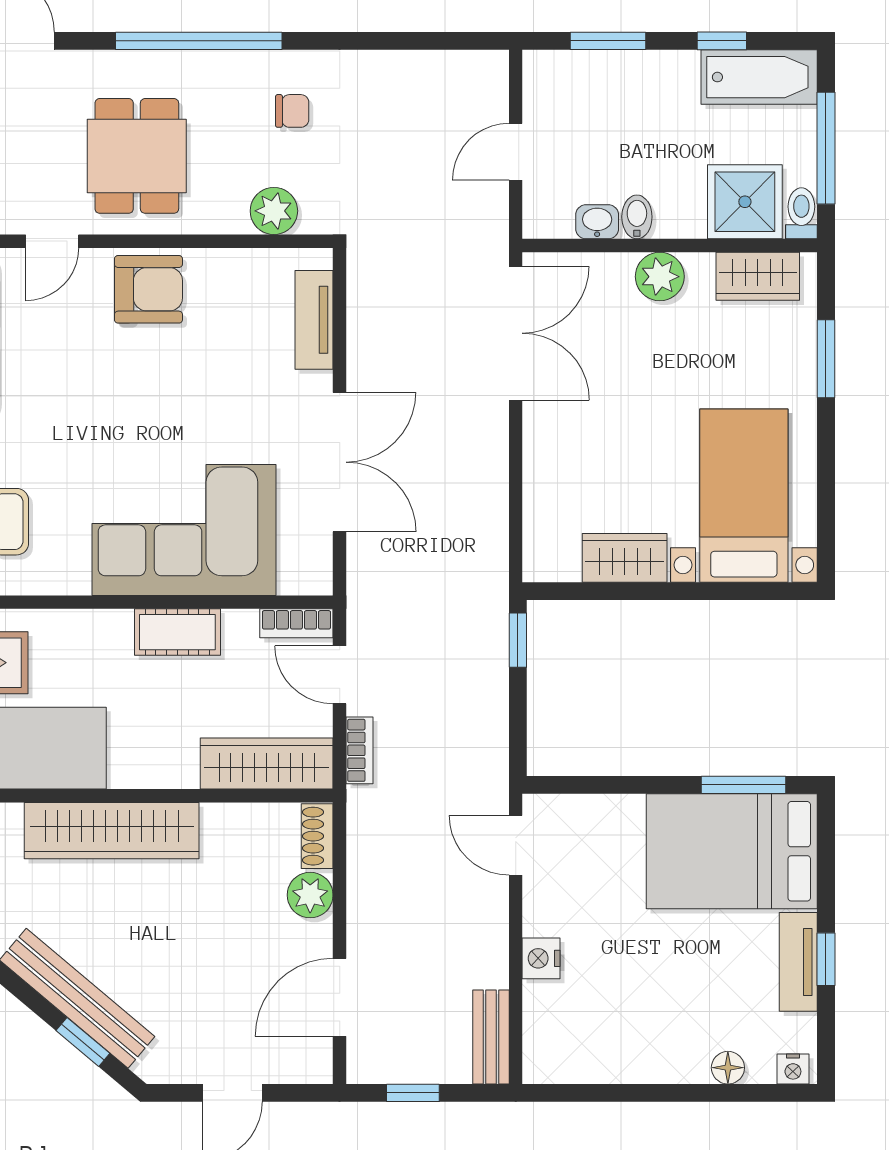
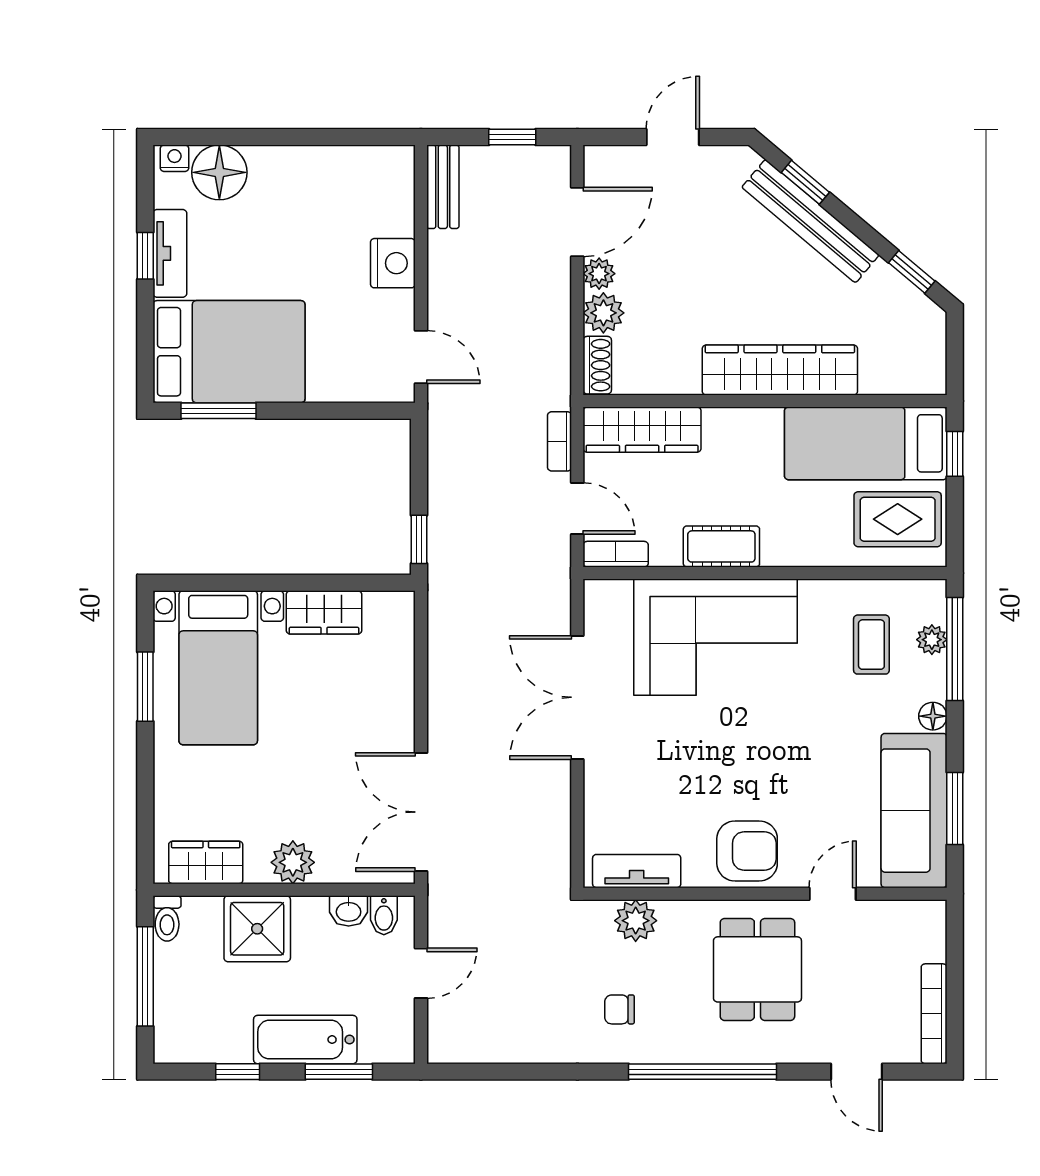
bathtub: (759, 77) -> (305, 1040), moved
shower: (745, 202) -> (257, 929), moved
bidet: (637, 217) -> (384, 915), moved
armchair: (148, 289) -> (747, 851), turned 180
tv unit: (314, 320) -> (637, 871), moved, turned -90
window: (826, 359) -> (145, 687), moved
plant: (315, 939) -> (599, 274), added
nightstand: (541, 958) -> (393, 263), width x1.36, depth x1.33
floor lamp: (728, 1068) -> (219, 172), width x1.89, depth x1.89

